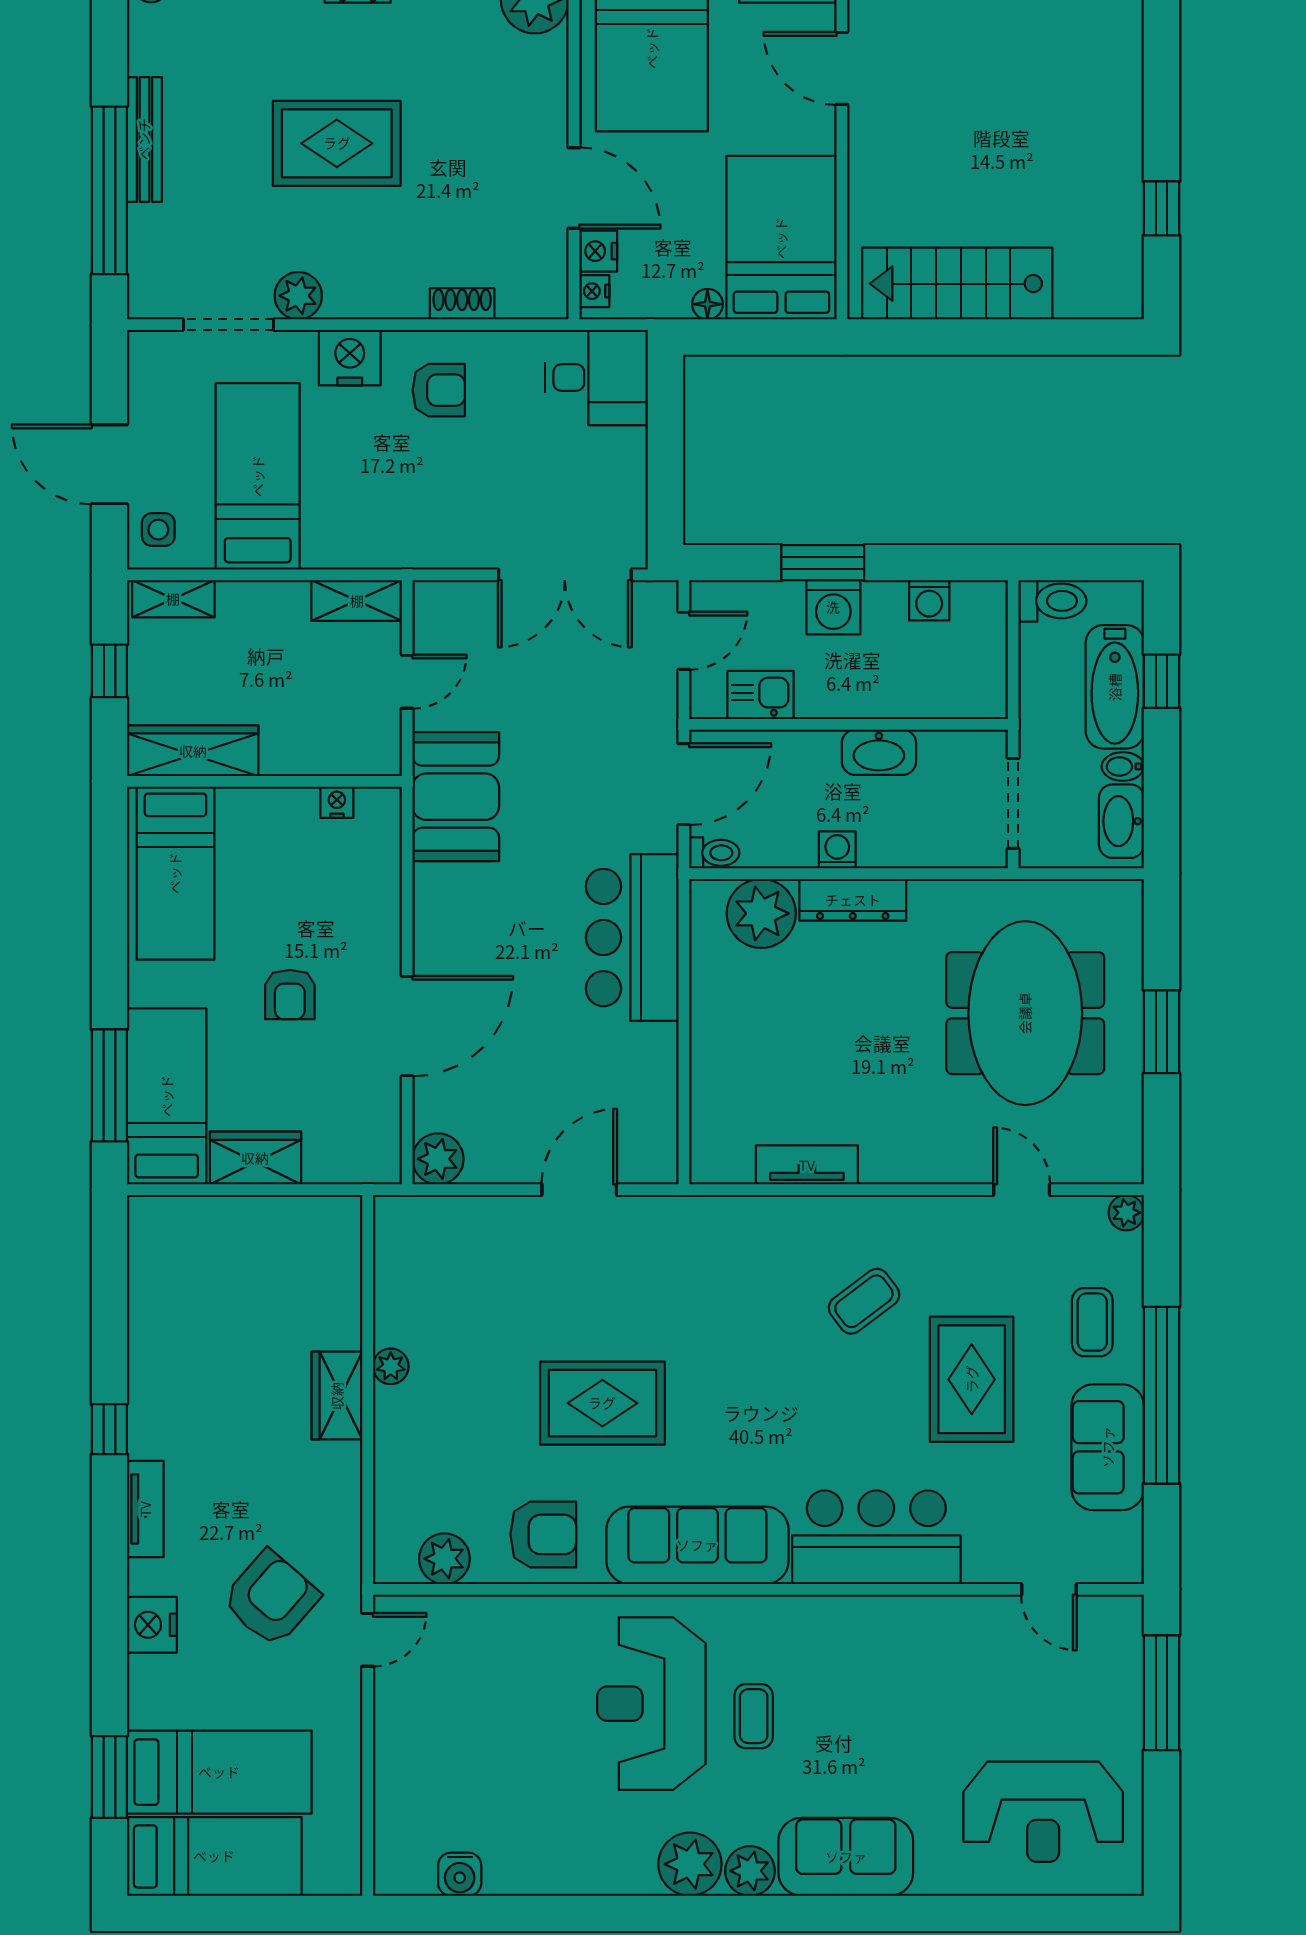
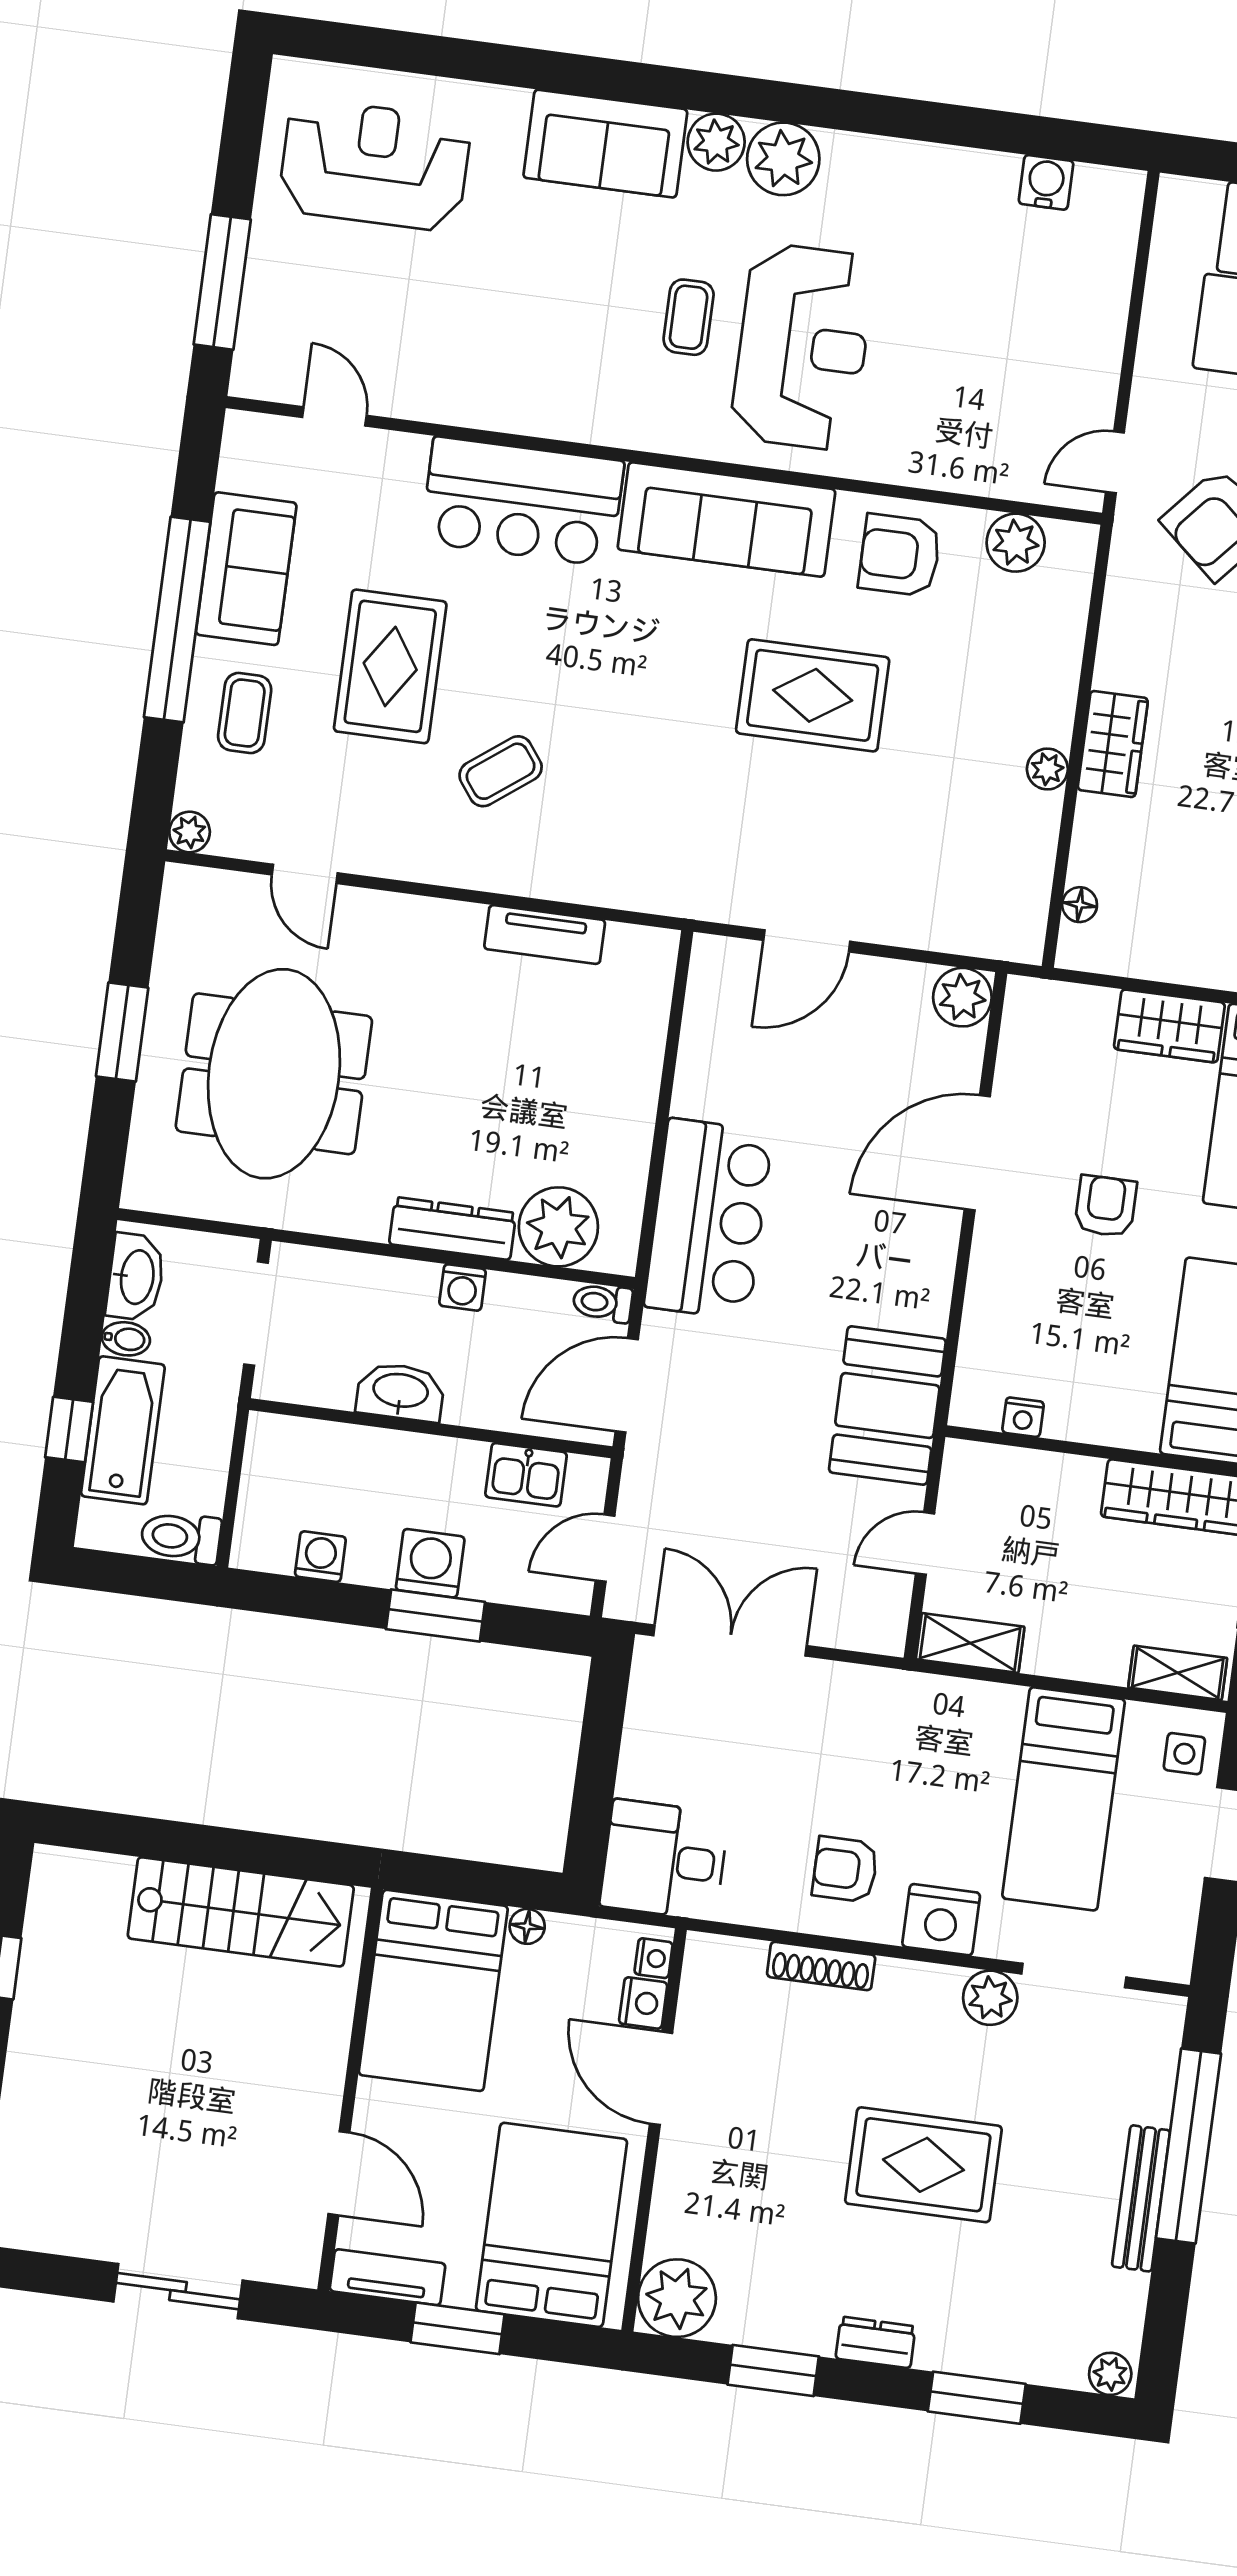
shoe rack: (462, 304) -> (821, 1966), width x1.43
floor lamp: (347, 1253) -> (1080, 905), added

